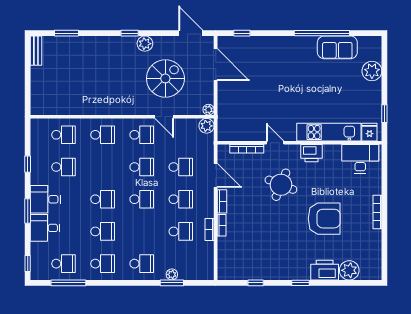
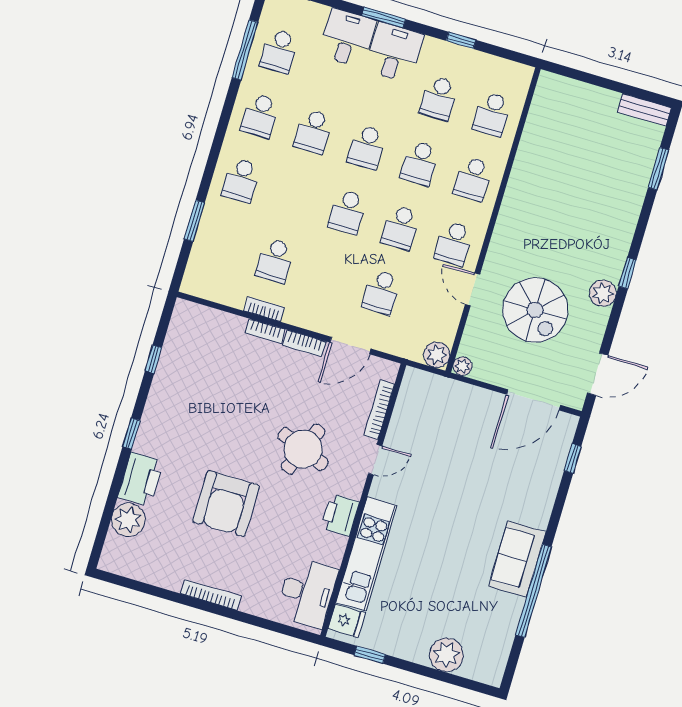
sofa: (337, 47) -> (517, 559), moved
door: (164, 117) -> (473, 289), hinge flipped
school desk: (181, 199) -> (420, 163), moved
plant: (172, 274) -> (208, 225), removed

